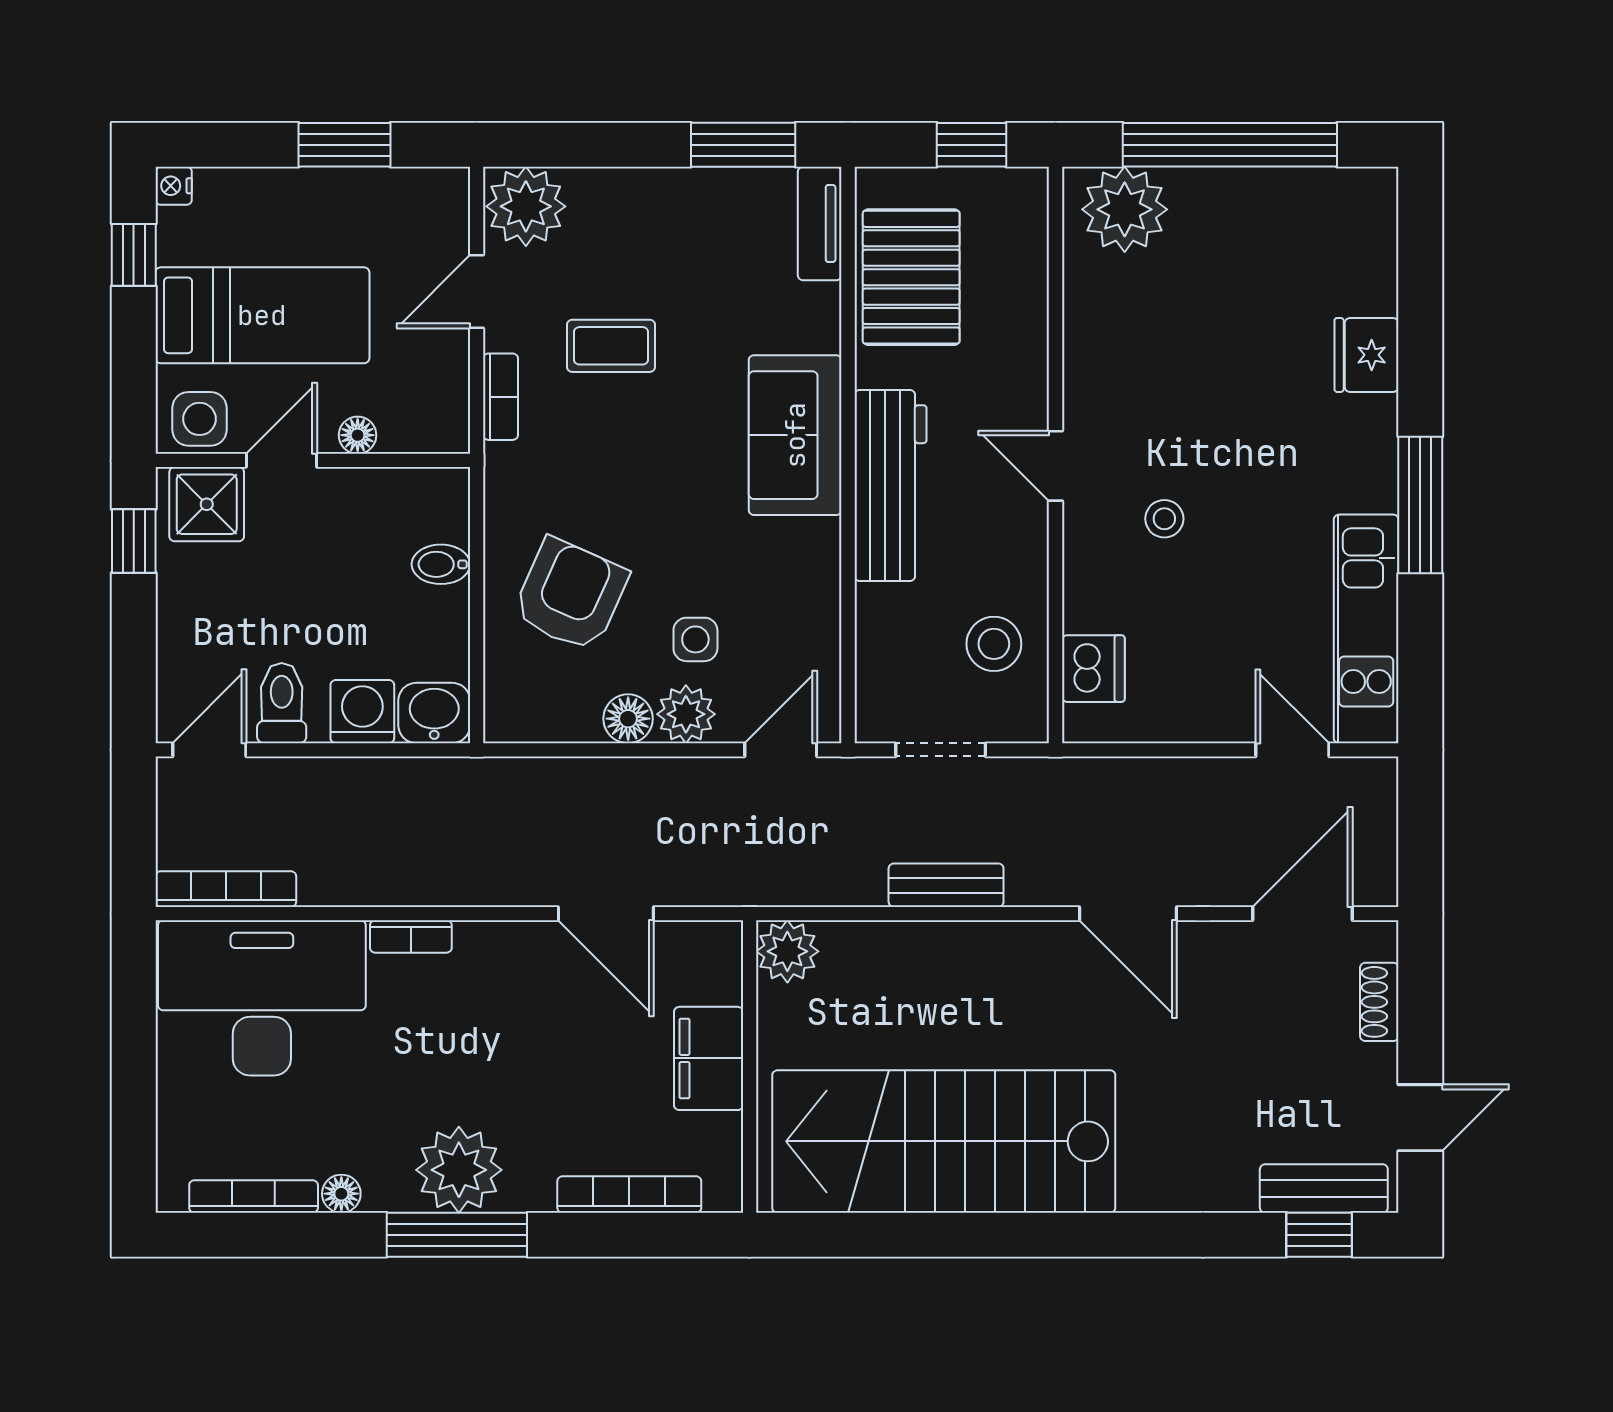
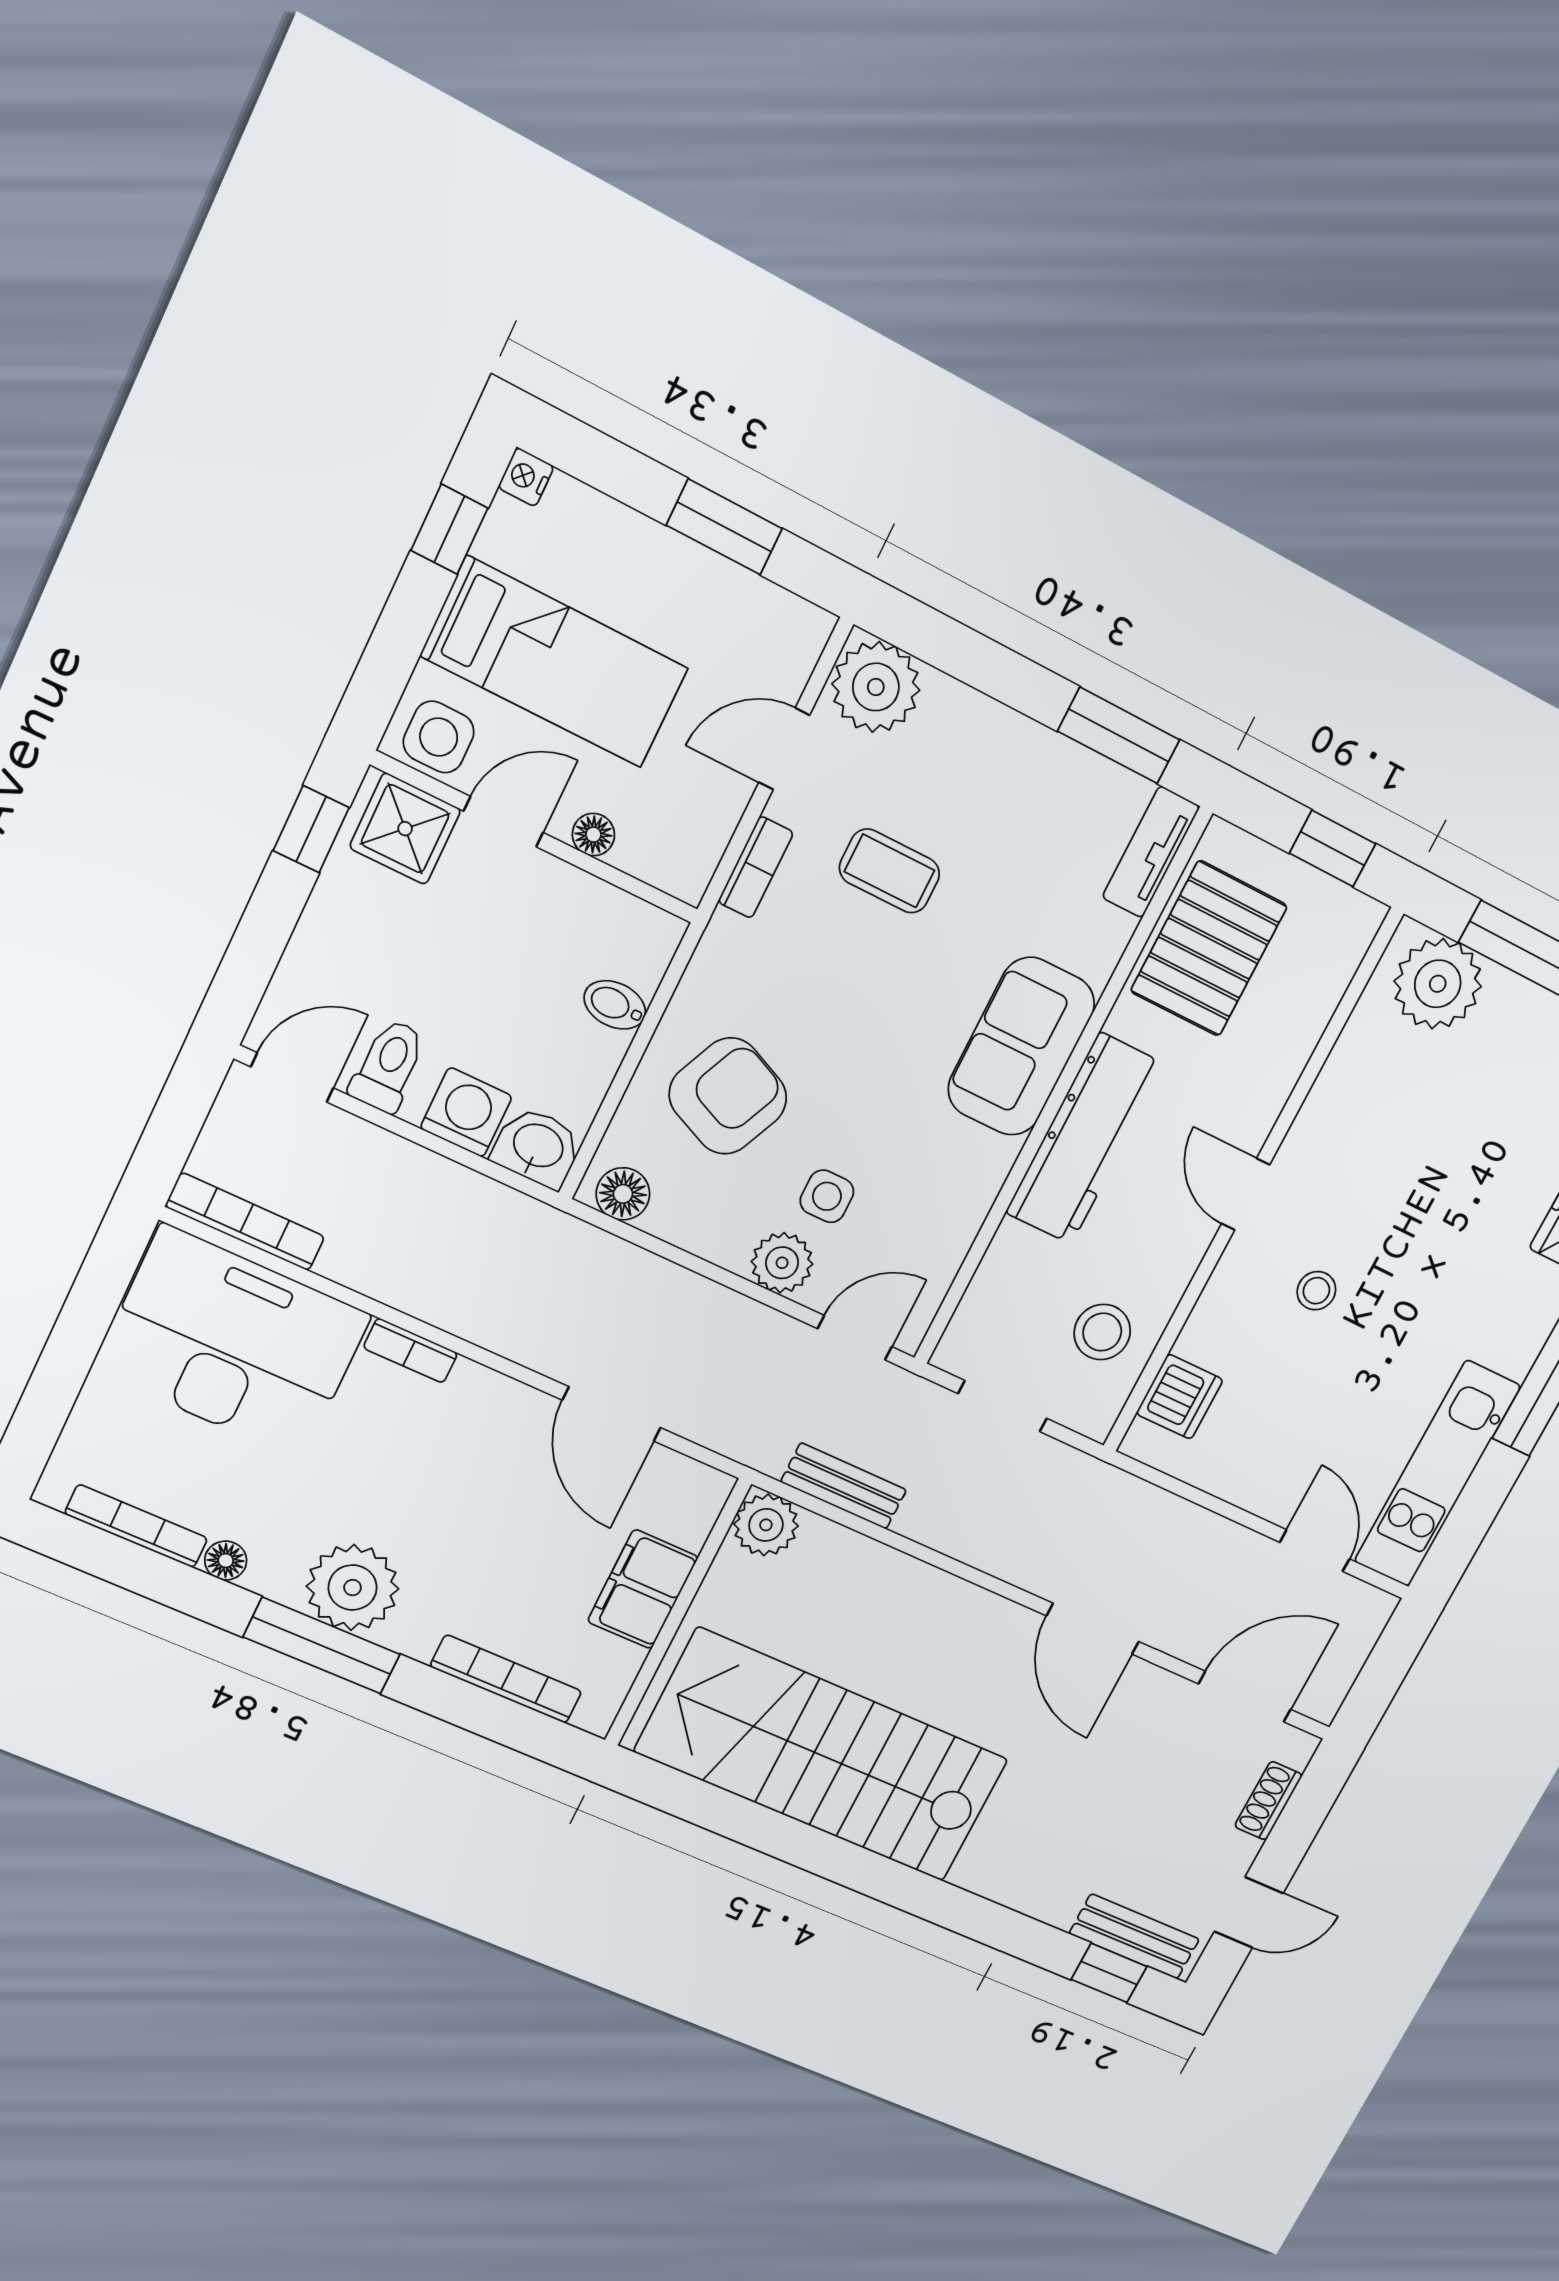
floor lamp: (628, 719) -> (623, 1194), moved
bench: (946, 885) -> (844, 1486), moved

